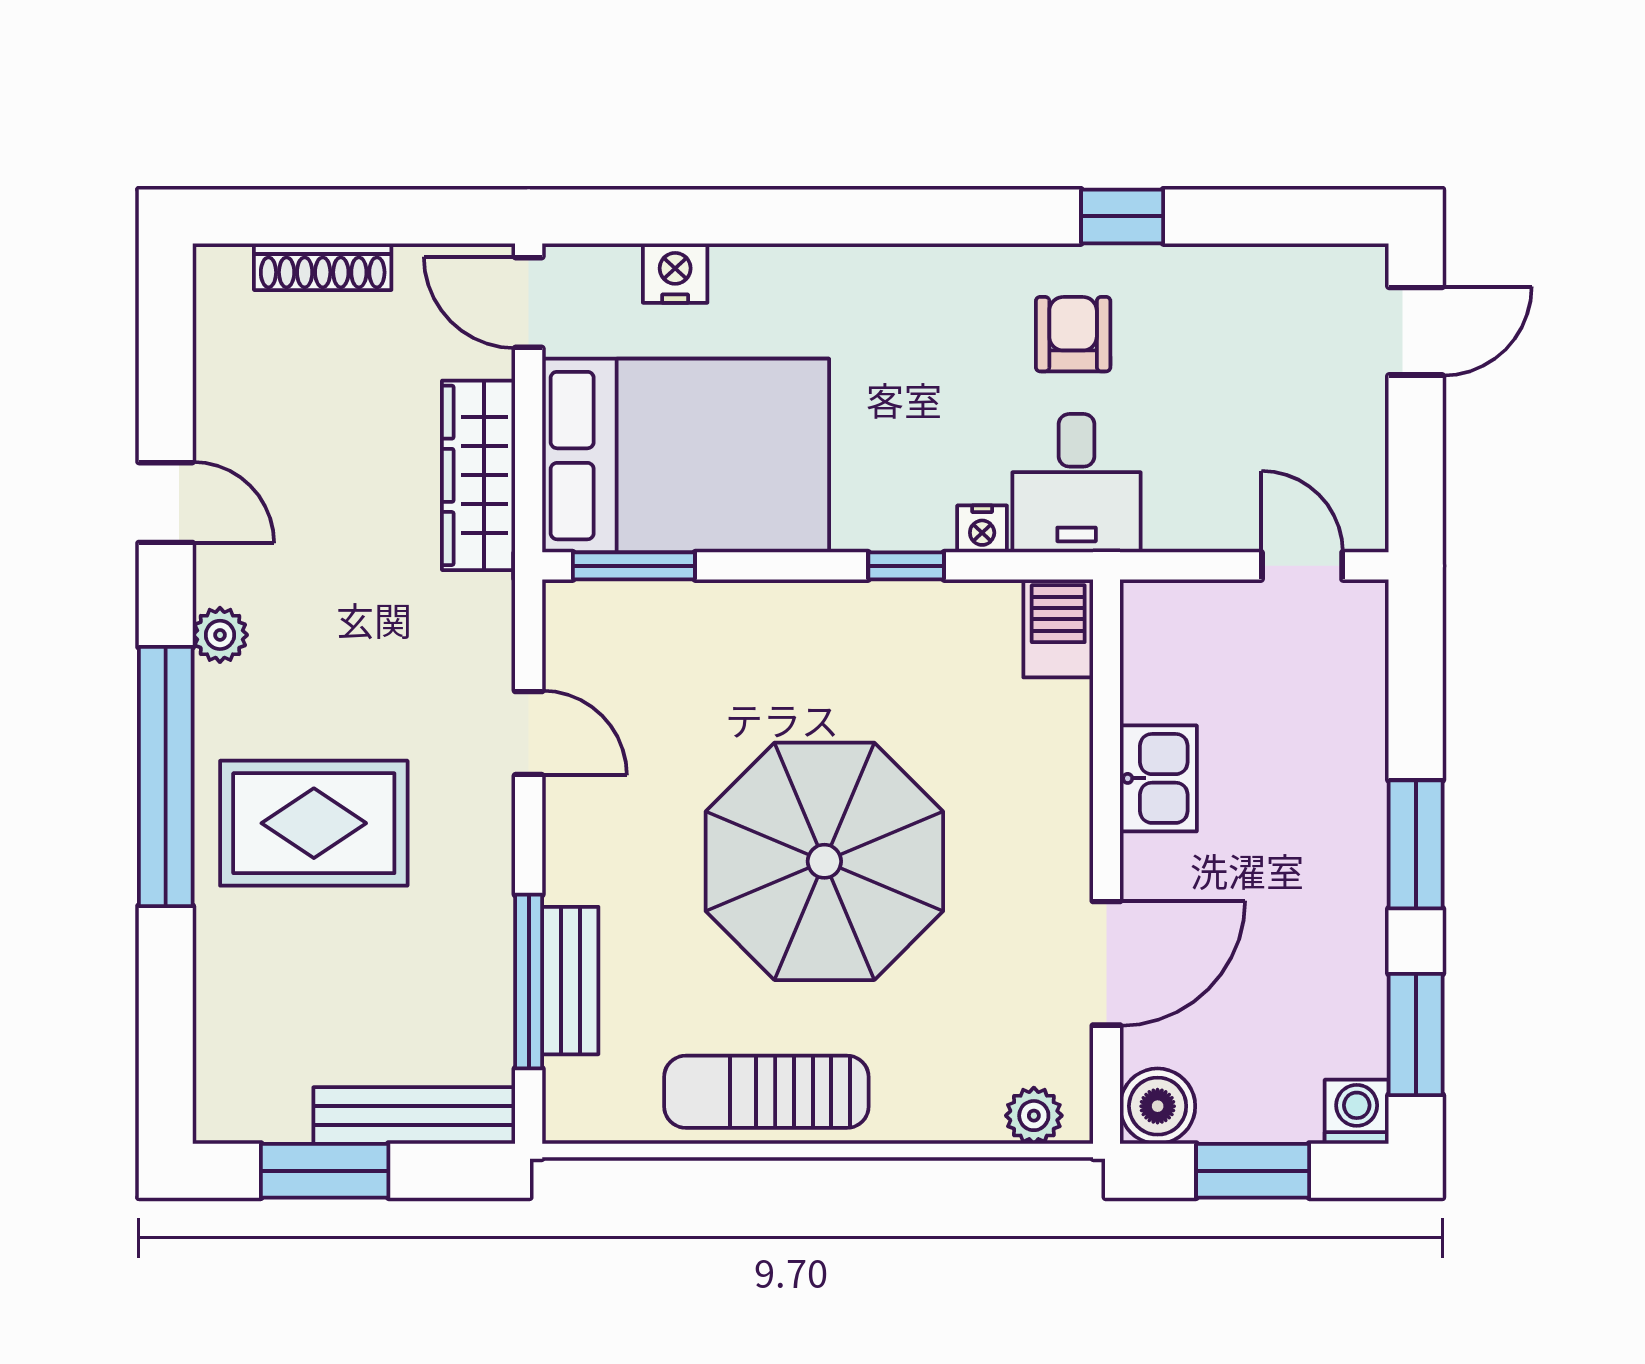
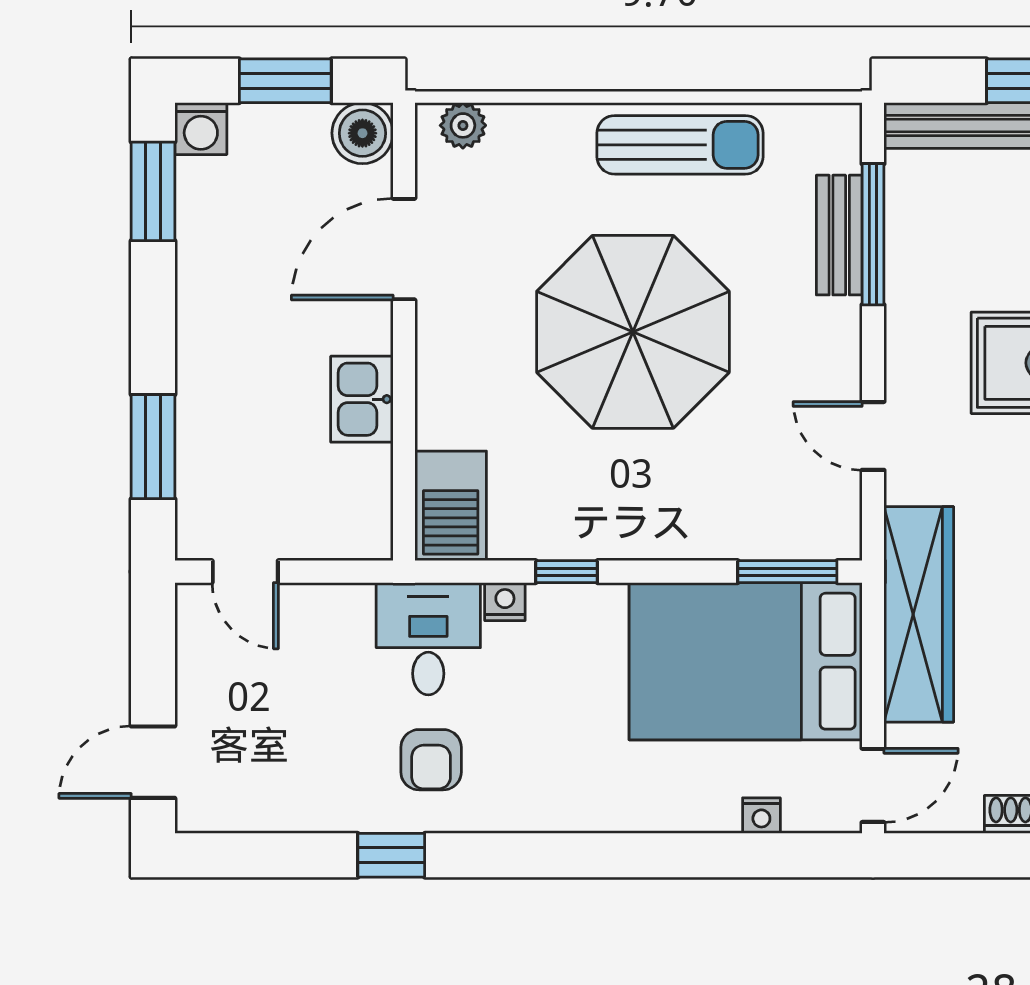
nightstand: (675, 273) -> (761, 816), width x0.72, depth x0.74
door: (529, 302) -> (873, 785), hinge flipped
wardrobe: (479, 475) -> (919, 614), width x1.40, depth x1.17
barbecue: (1058, 628) -> (451, 506), width x1.38, depth x1.27
window: (1416, 844) -> (153, 447), moved

